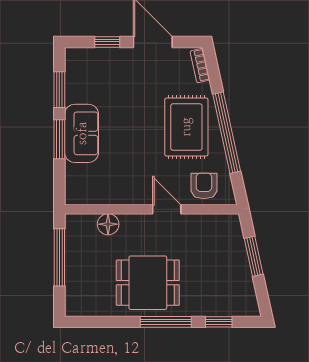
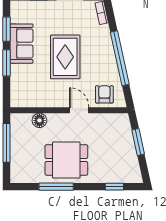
rug: (186, 127) -> (65, 57), moved
sofa: (82, 133) -> (21, 44), moved
window: (166, 322) -> (56, 187), moved

